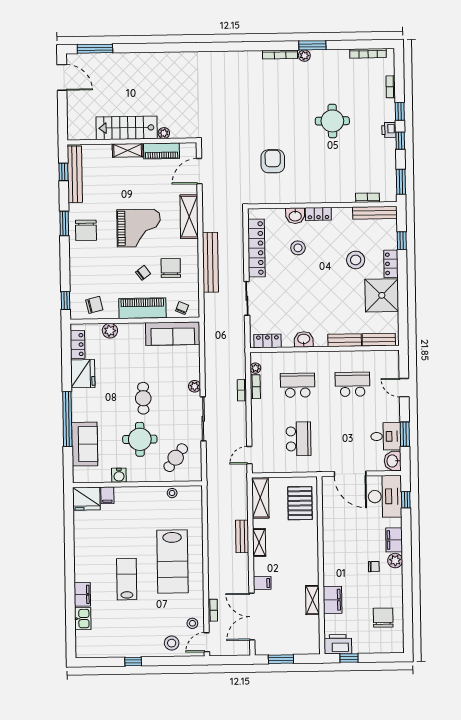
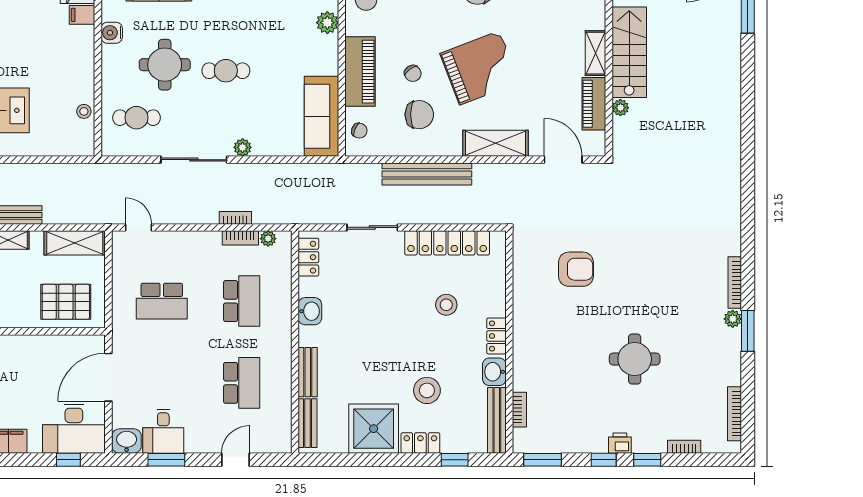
washbasin: (295, 216) -> (494, 372), moved
grand piano: (139, 228) -> (480, 68), turned -111
cafe table: (176, 458) -> (136, 118), turned -37

